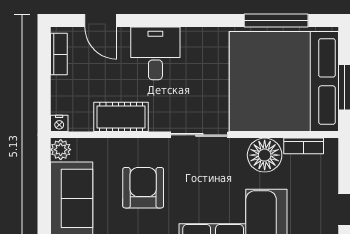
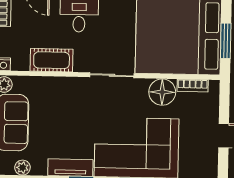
armchair: (143, 188) -> (67, 115), removed

